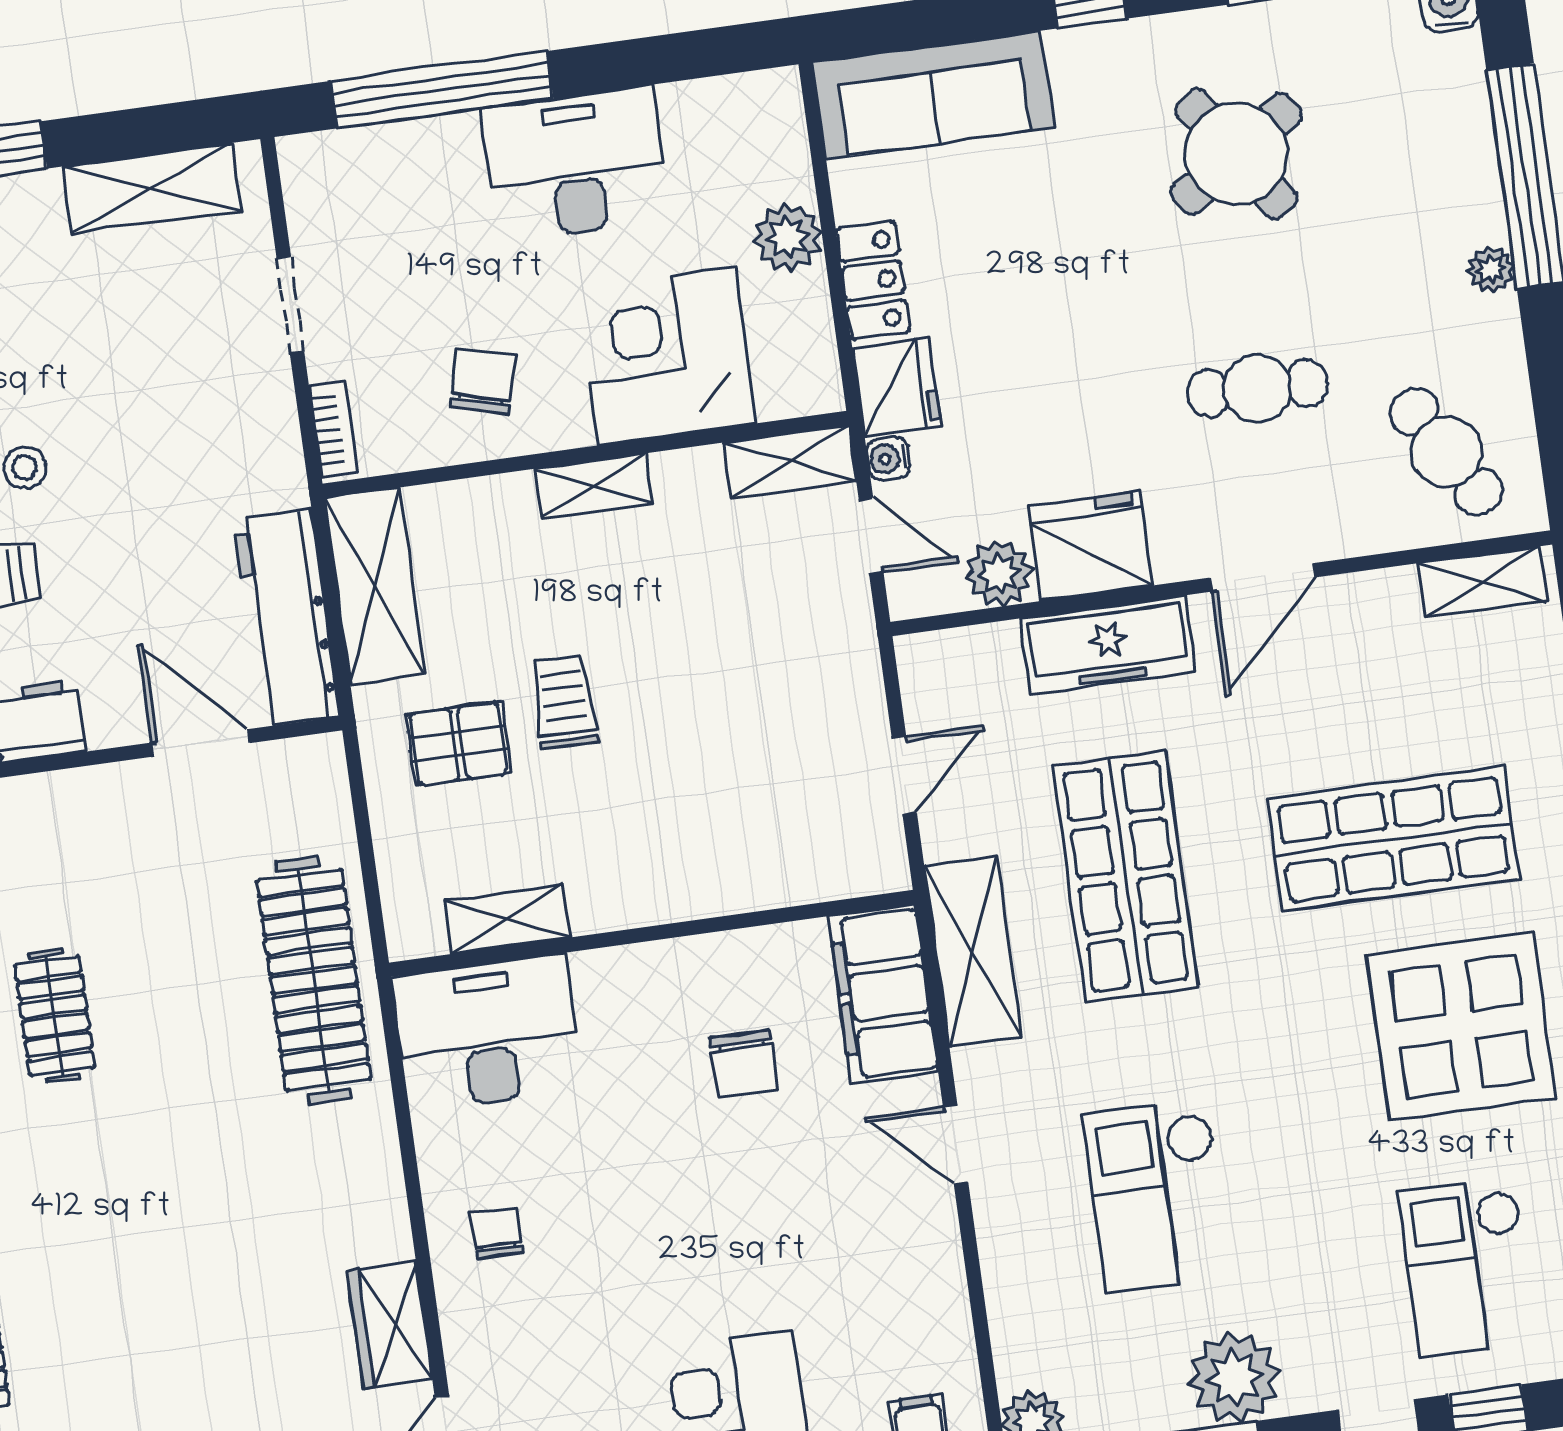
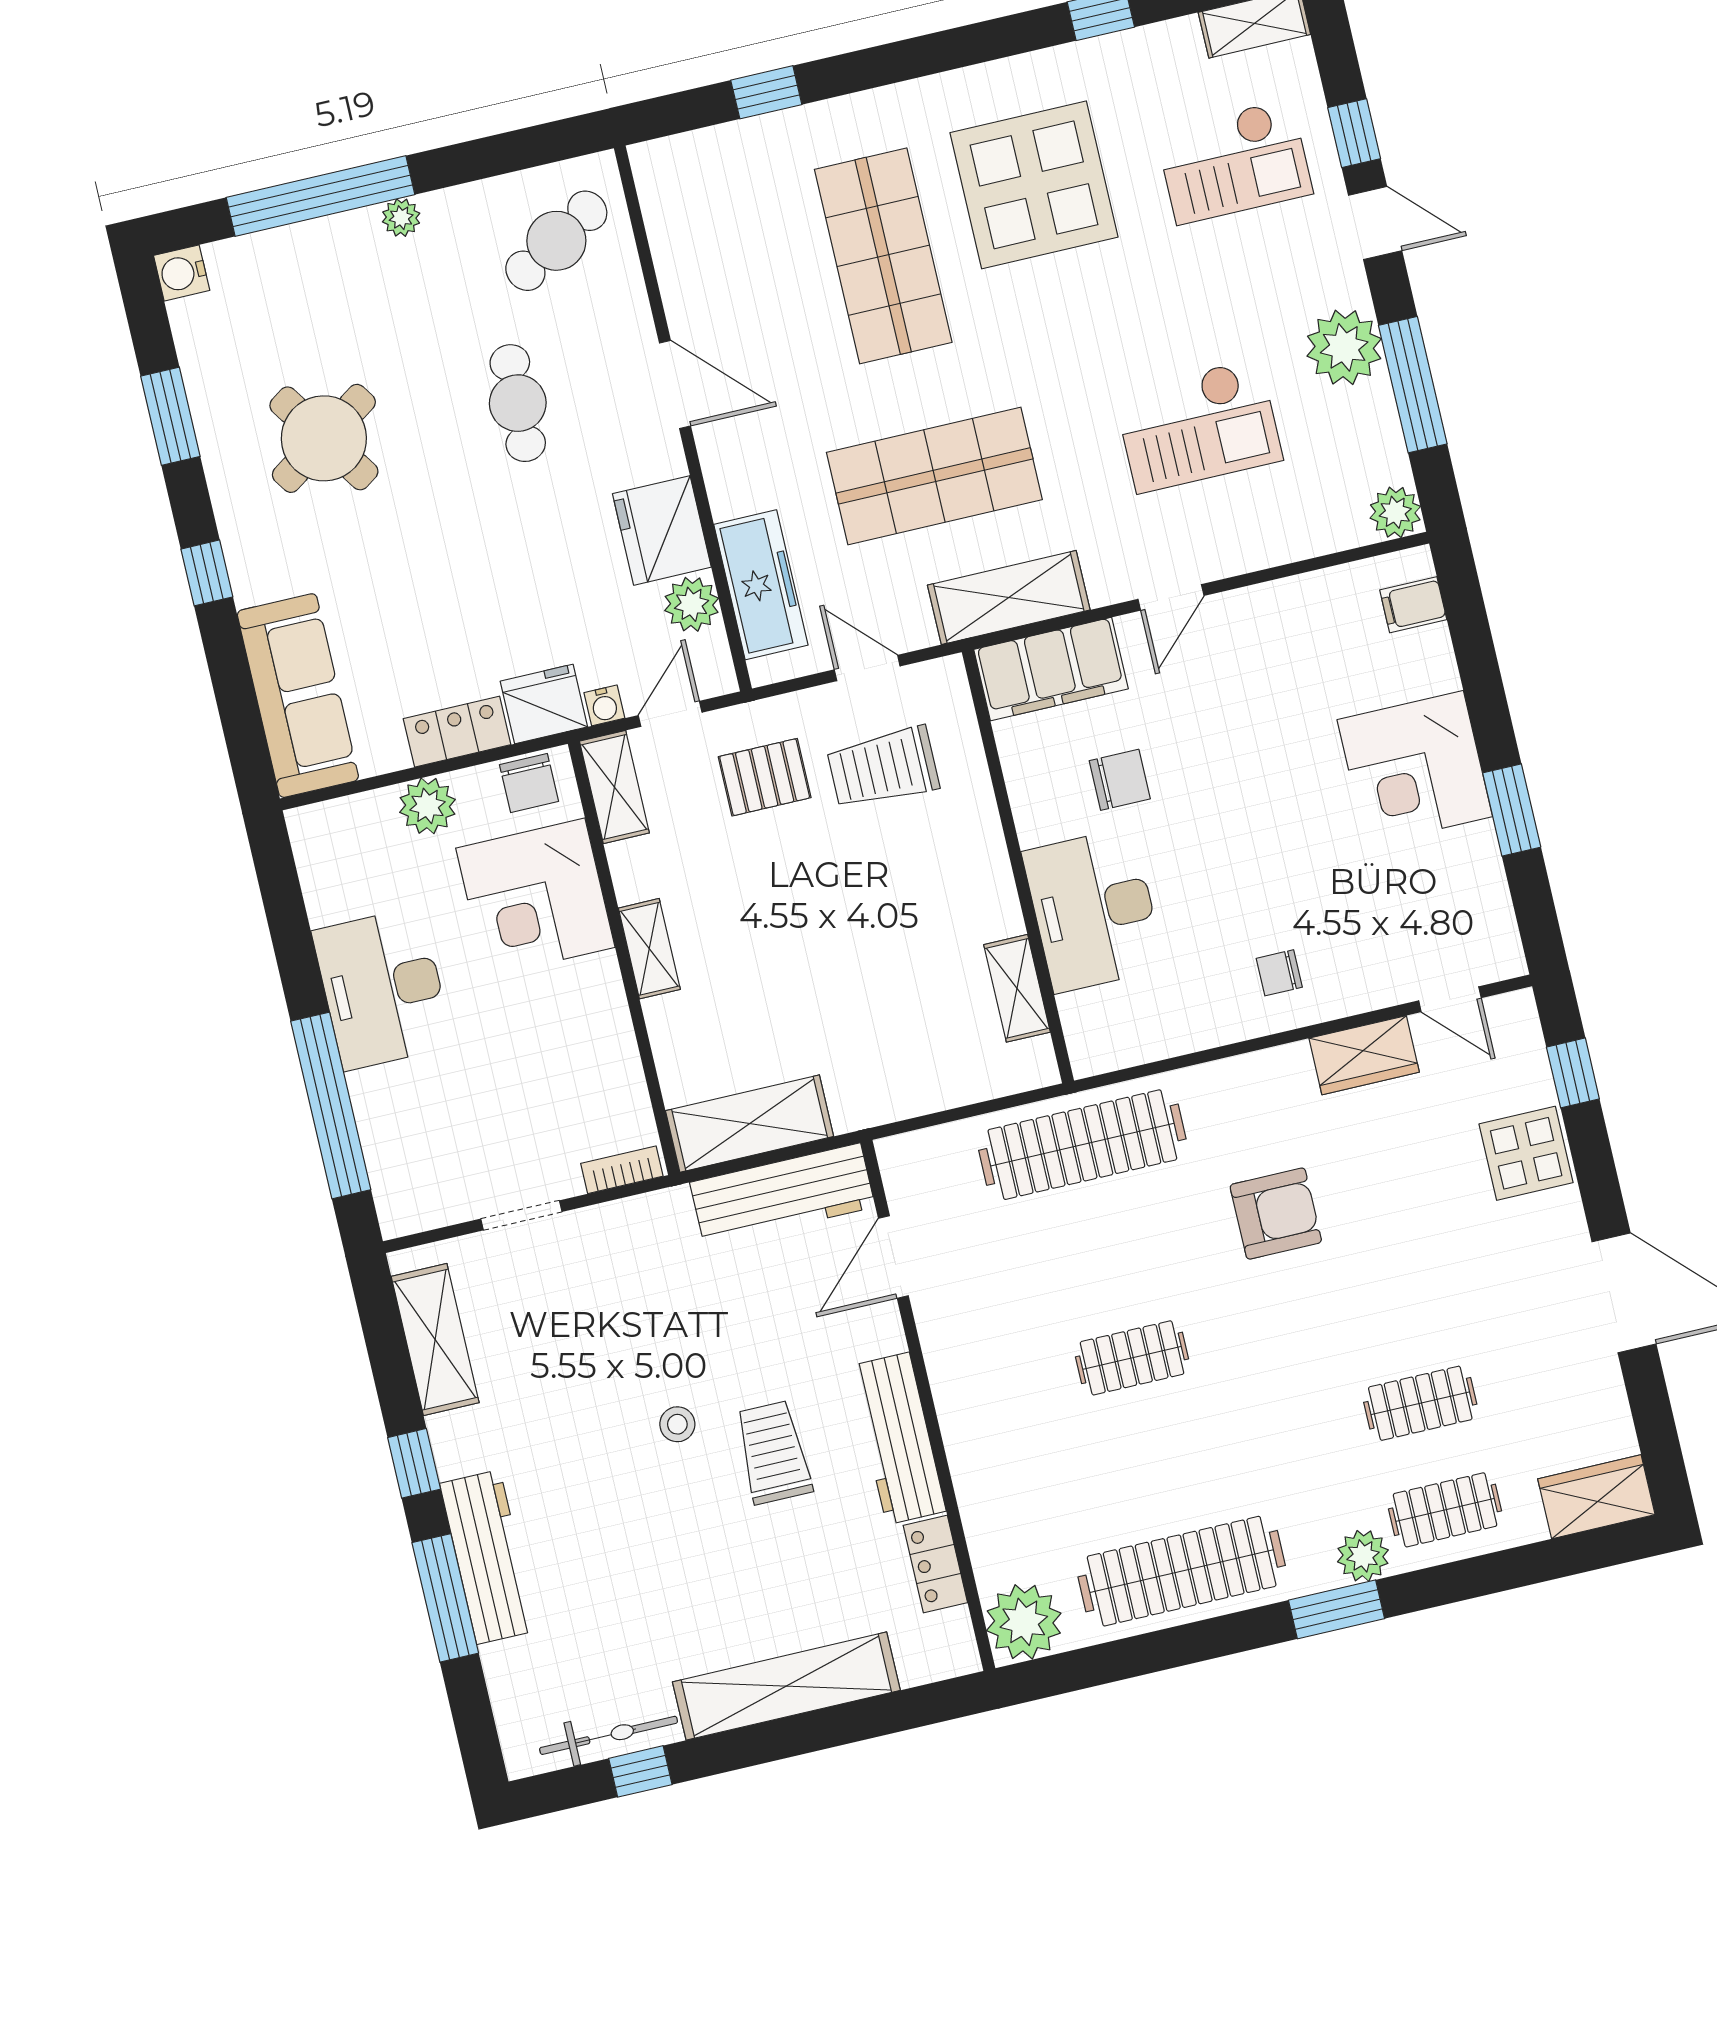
chair: (483, 382) -> (529, 783), moved, turned -105
shelving: (1482, 582) -> (662, 201), removed
freezer: (1108, 645) -> (761, 585), moved
trolley: (564, 702) -> (883, 768), moved, width x1.36, depth x1.39
pallet: (458, 744) -> (765, 777), moved, turned 90
desk: (487, 1033) -> (1094, 910), moved
armchair: (211, 1203) -> (1276, 1214), added

